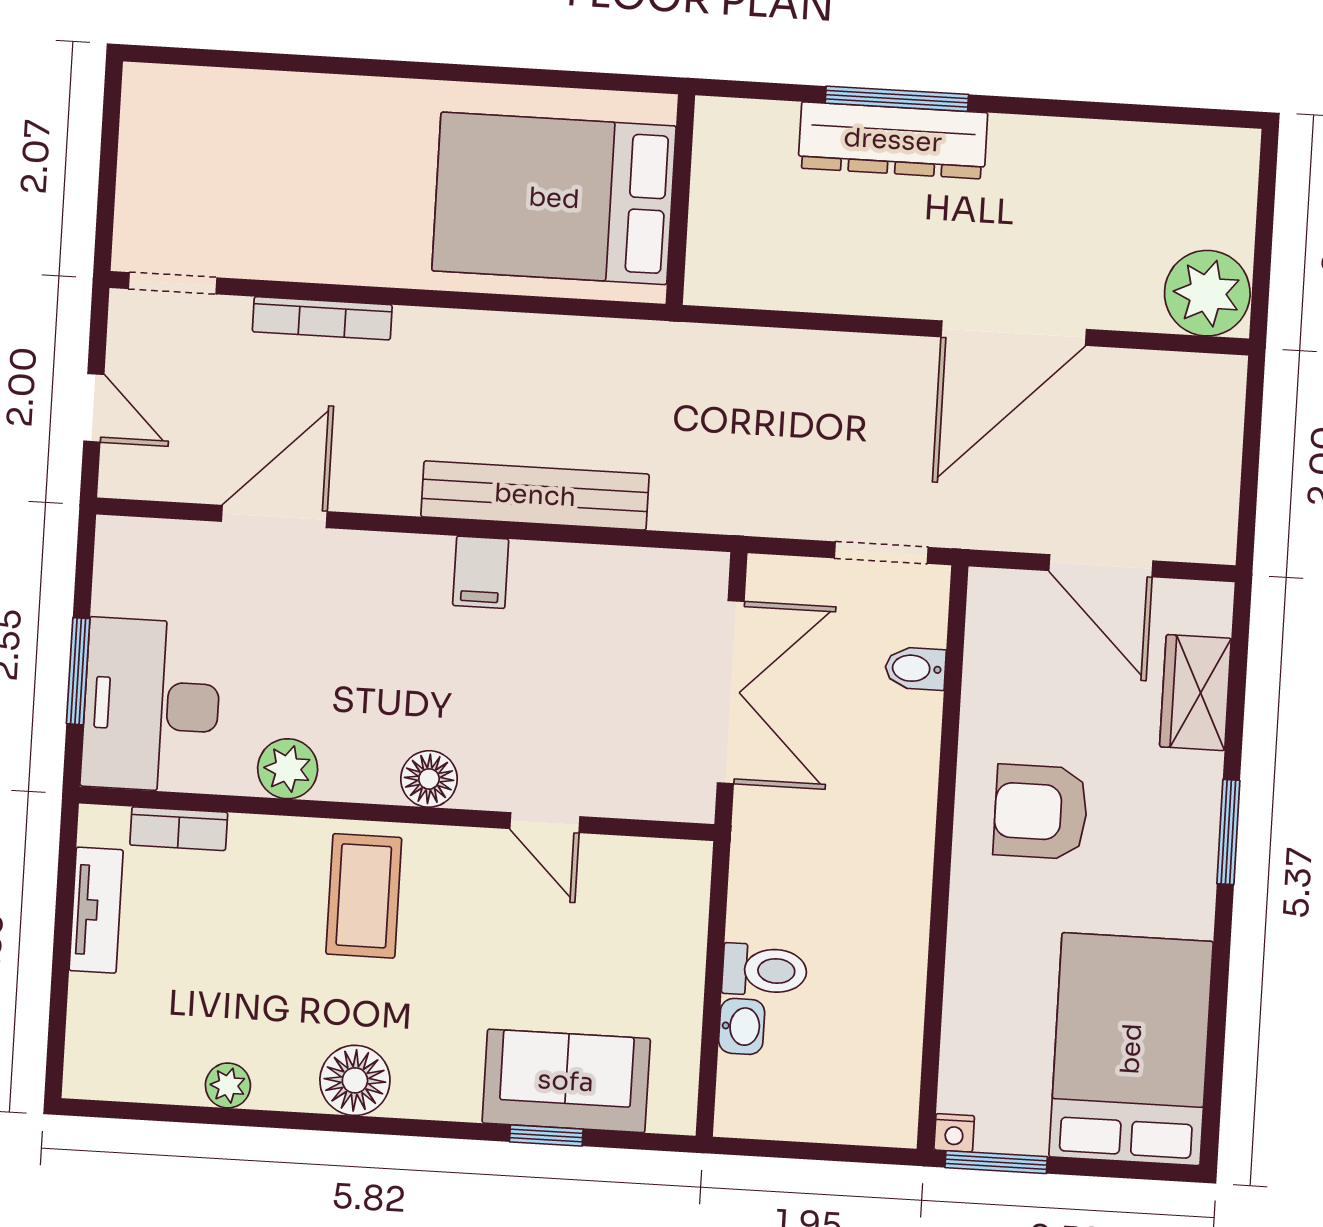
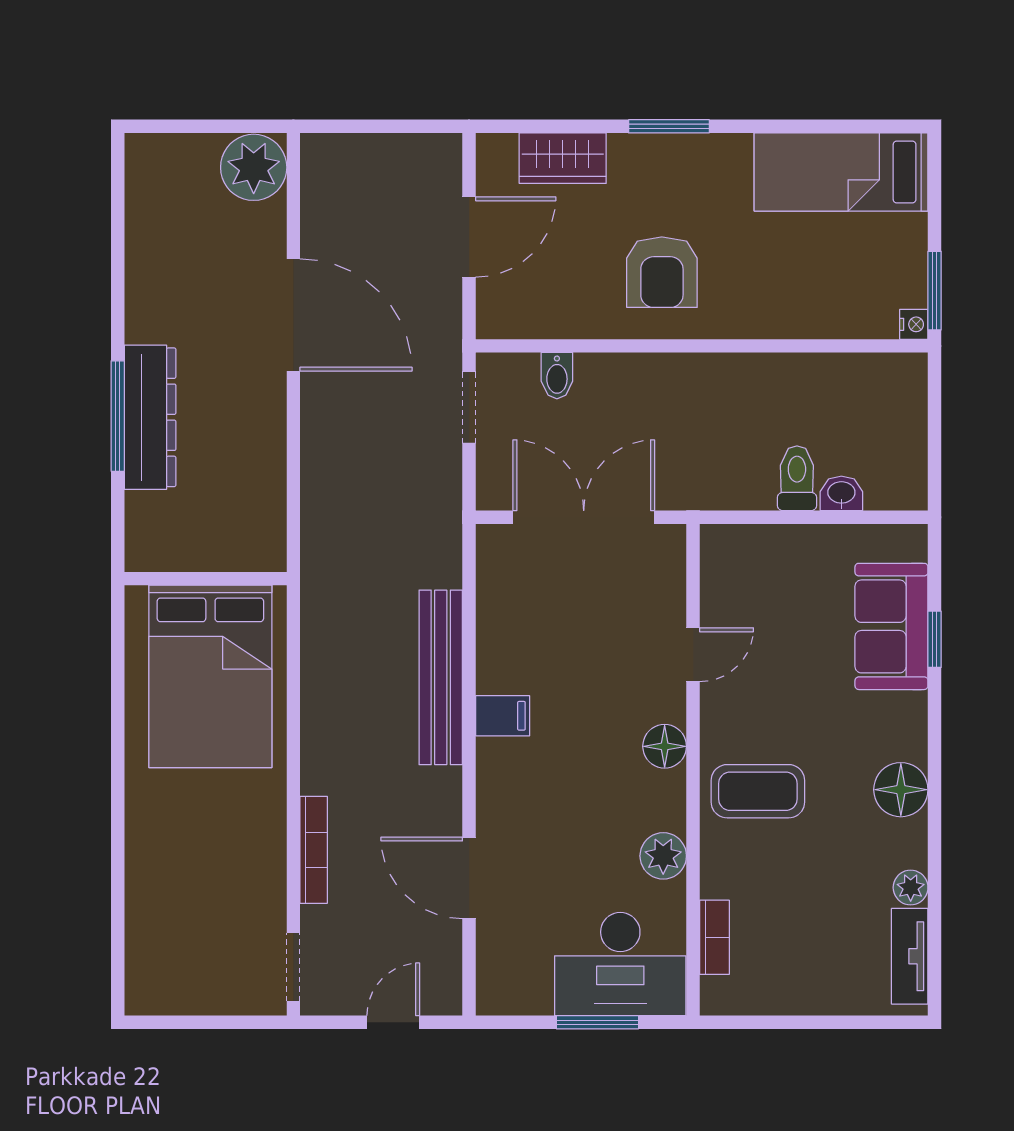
tv unit: (96, 910) -> (910, 956), moved, turned -90
bed: (1131, 1049) -> (841, 172), width x0.67

